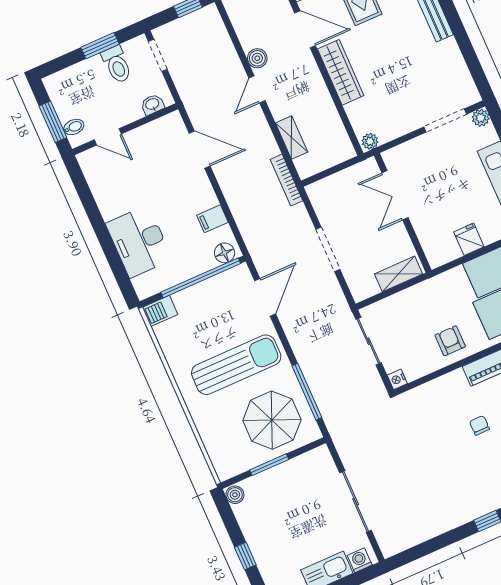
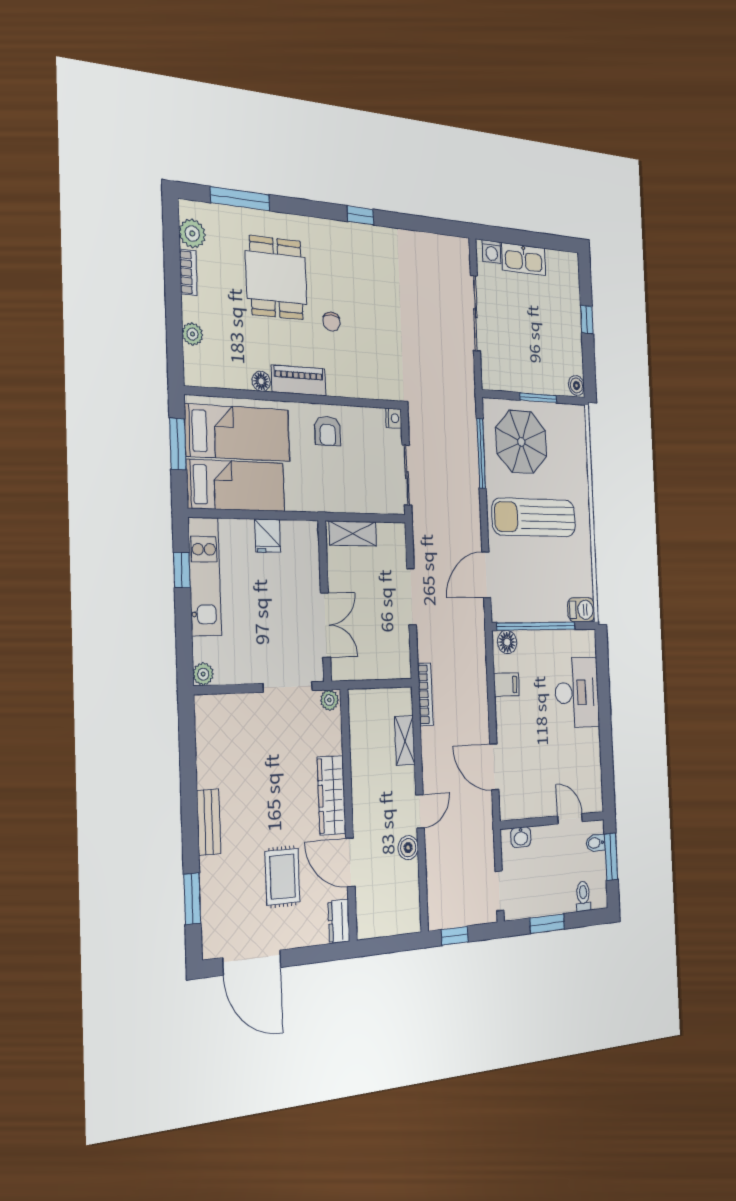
toilet: (117, 65) -> (583, 896), moved, width x0.73, depth x0.72
doorway: (445, 120) -> (288, 687), moved

